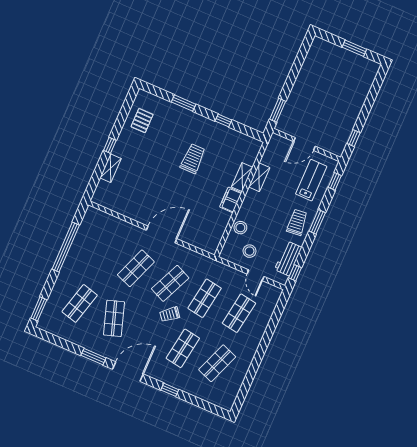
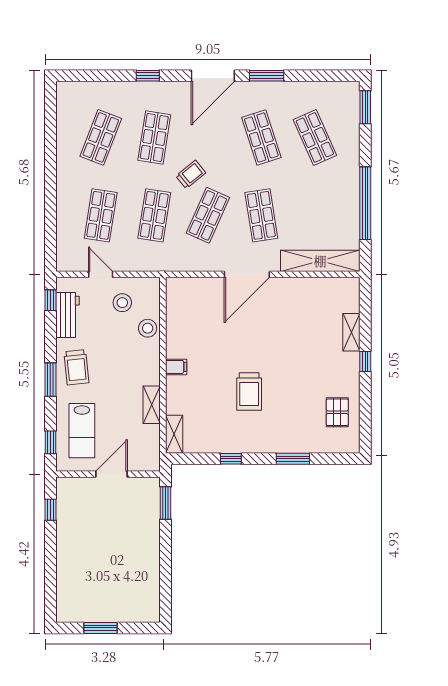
shelving: (242, 177) -> (174, 434), moved
filing cabinet: (231, 200) -> (176, 367), width x0.50
shelving: (111, 223) -> (320, 261), added
shop shelf: (136, 268) -> (261, 215), turned -30
shop shelf: (80, 303) -> (315, 137), turned -39

